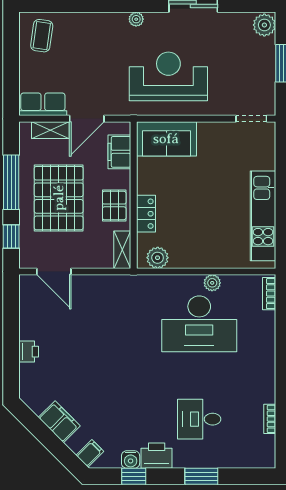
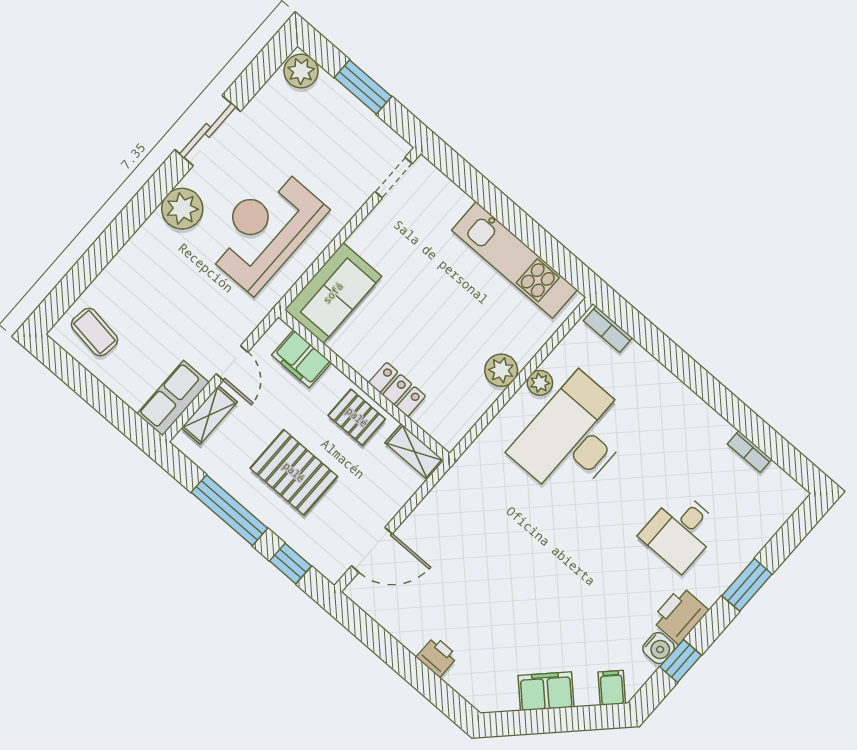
plant: (136, 19) -> (182, 209), width x1.87, depth x1.87
door: (87, 119) -> (232, 363), width x0.73
pallet: (59, 198) -> (294, 472), width x0.73, depth x0.71
plant: (158, 258) -> (501, 370), moved
desk: (199, 324) -> (573, 438), turned 180

